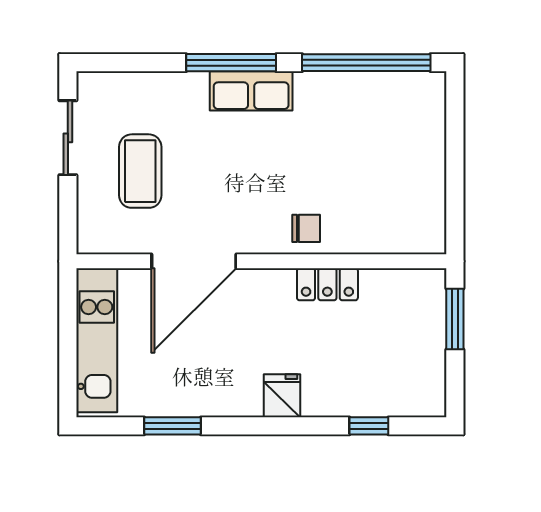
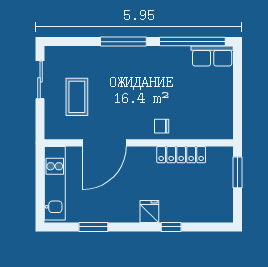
row of seats: (251, 91) -> (212, 56), moved
chair: (306, 228) -> (162, 126), turned 180
locker: (327, 284) -> (181, 155), width x1.53
window: (369, 426) -> (171, 227), moved

